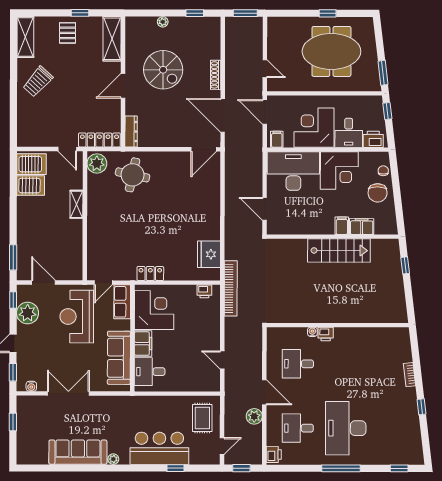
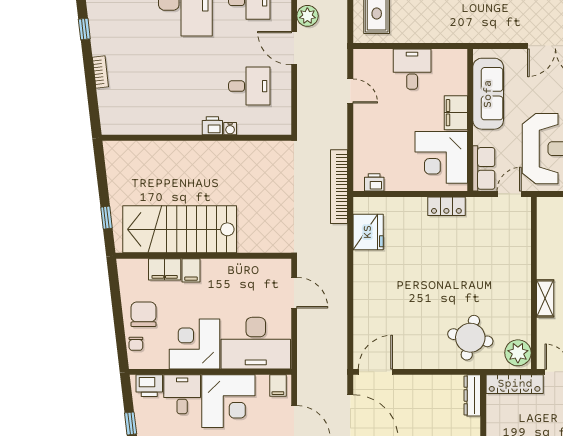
stairs: (339, 251) -> (180, 229), width x1.36, depth x1.51
desk: (150, 372) -> (412, 69), moved, turned -90

